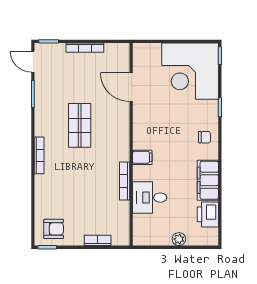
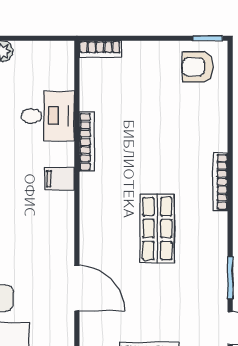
bookcase: (98, 240) -> (100, 49), moved

